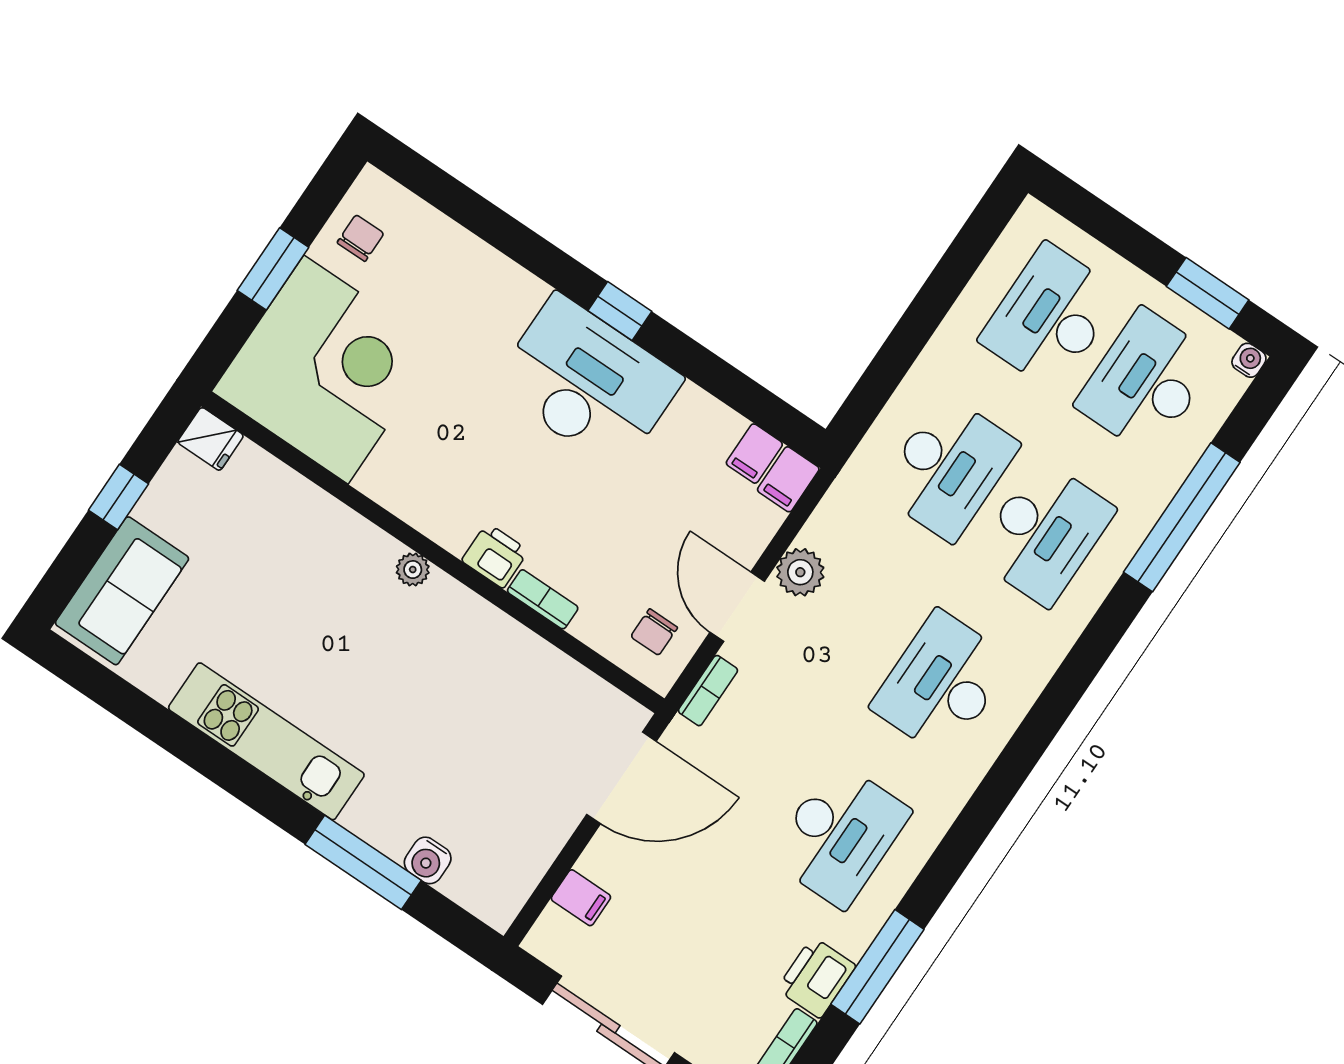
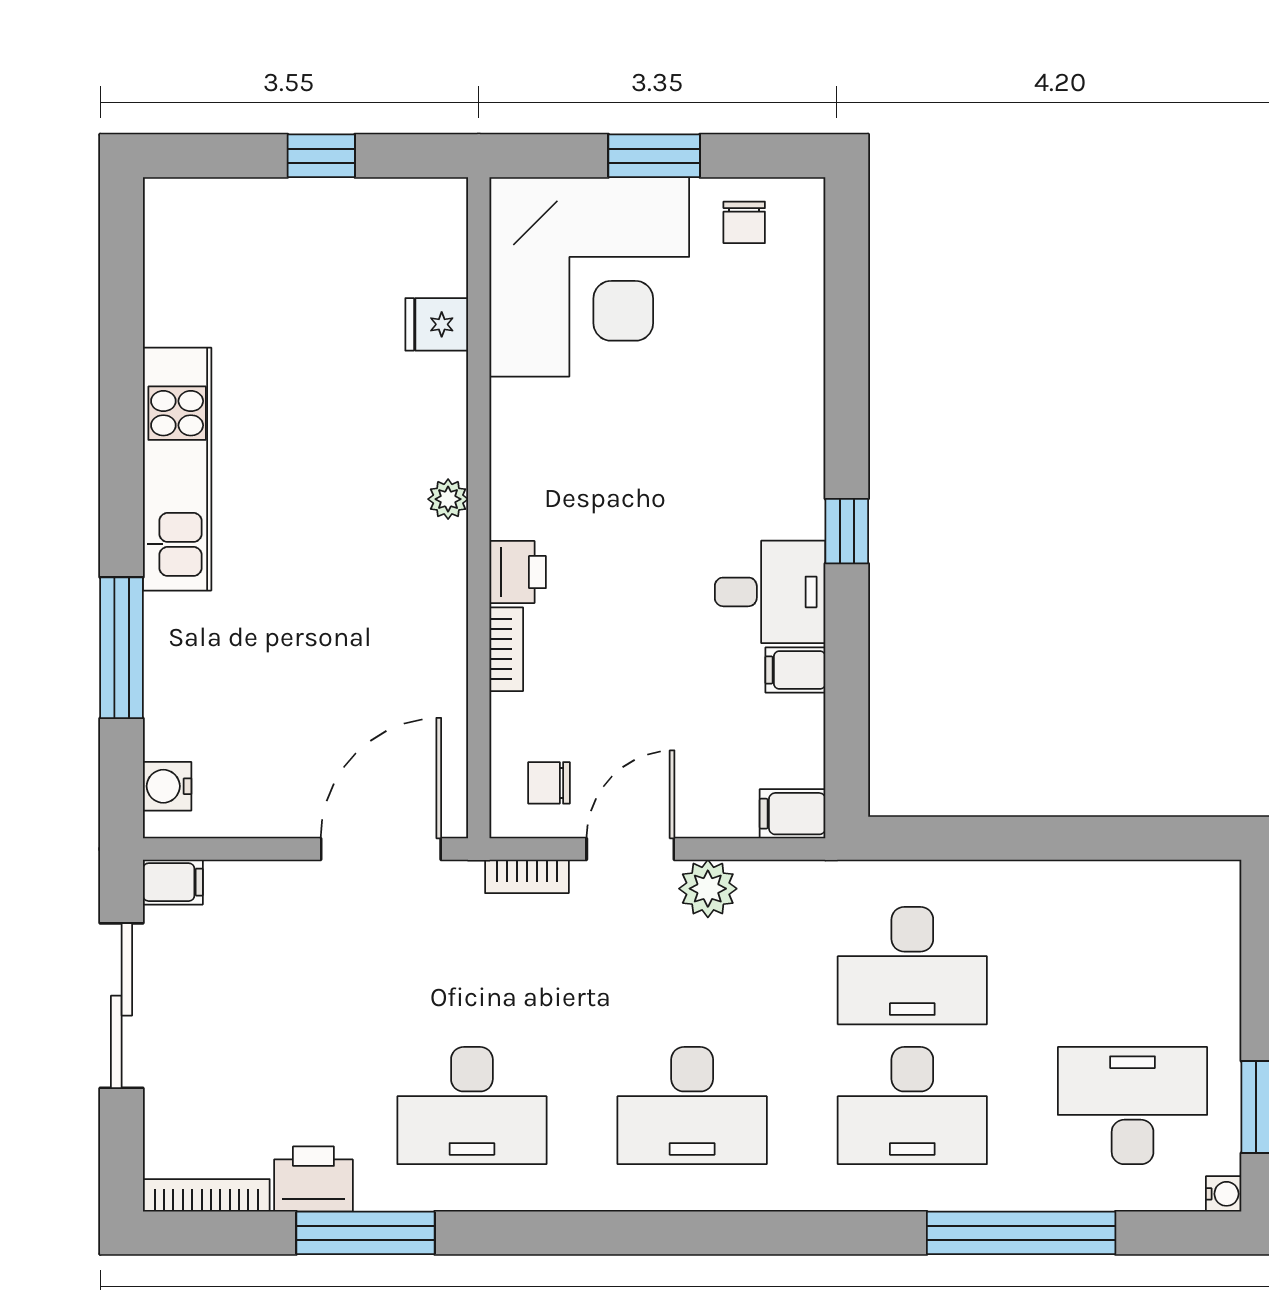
chair: (360, 238) -> (744, 222), turned 90
desk: (1050, 317) -> (1133, 966), removed
desk: (587, 382) -> (770, 592), width x0.53, depth x0.77
fridge: (211, 439) -> (437, 324), moved, turned 90
filing cabinet: (754, 454) -> (795, 670), moved
sofa: (122, 591) -> (230, 223), removed
desk: (942, 684) -> (692, 1106), turned 180
door: (621, 778) -> (381, 849), swing flipped
water cooler: (428, 860) -> (167, 786), moved
filing cabinet: (581, 898) -> (173, 882), moved, turned -90

